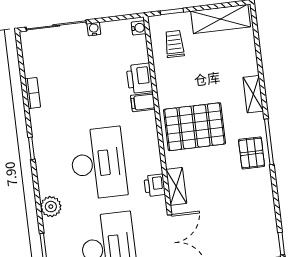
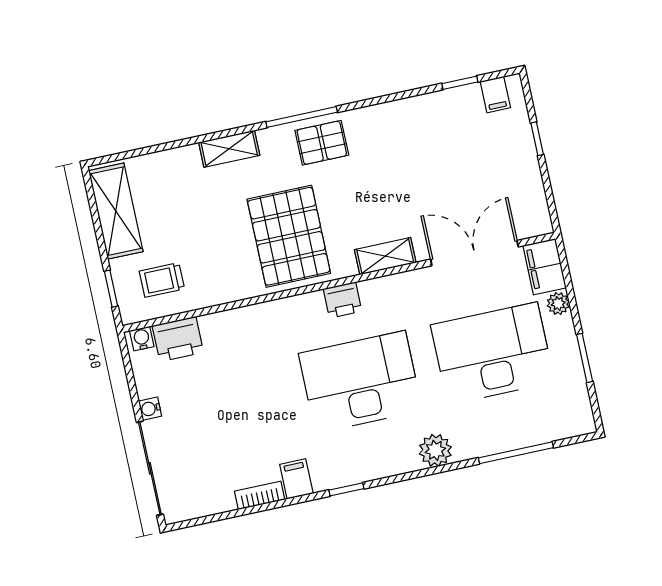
printer: (140, 78) -> (178, 339), moved
filing cabinet: (143, 102) -> (296, 479), moved, turned 180
printer: (155, 185) -> (343, 300), moved

